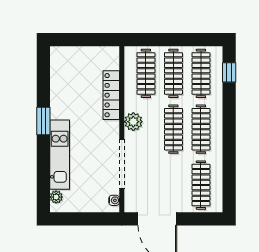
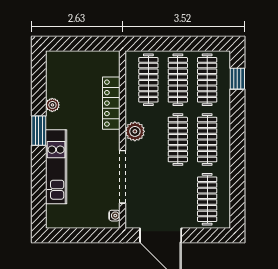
plant: (56, 197) -> (52, 105), moved

